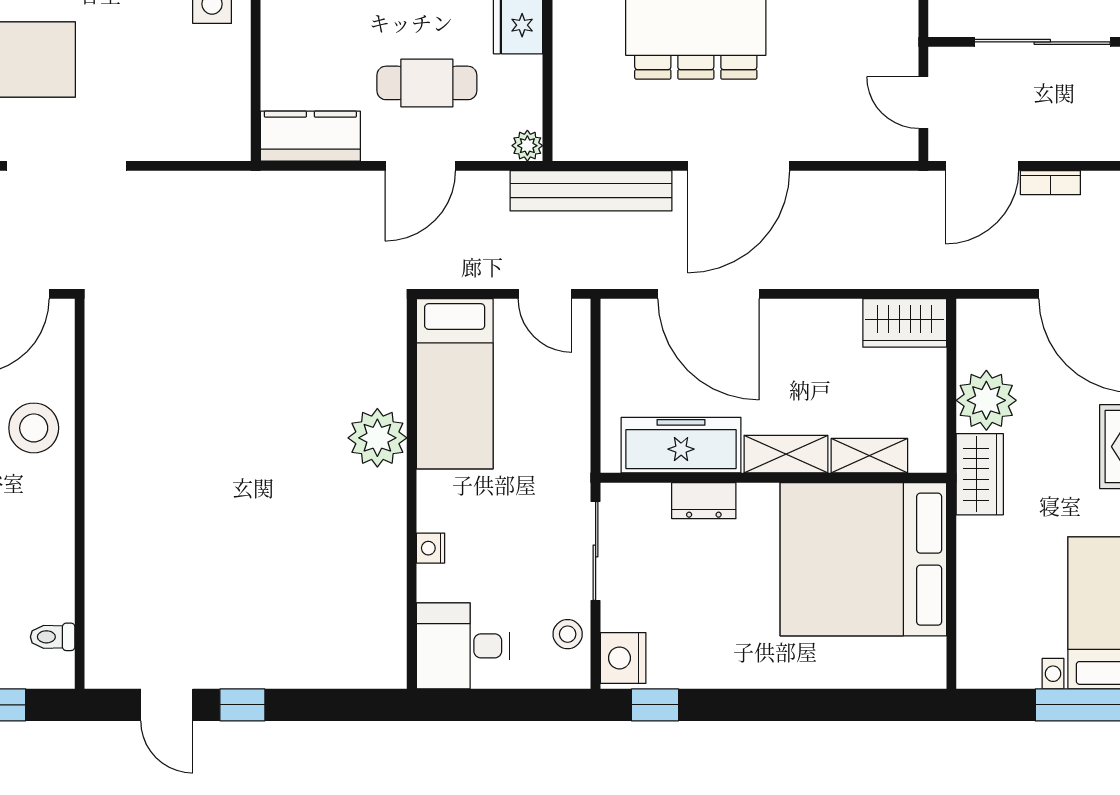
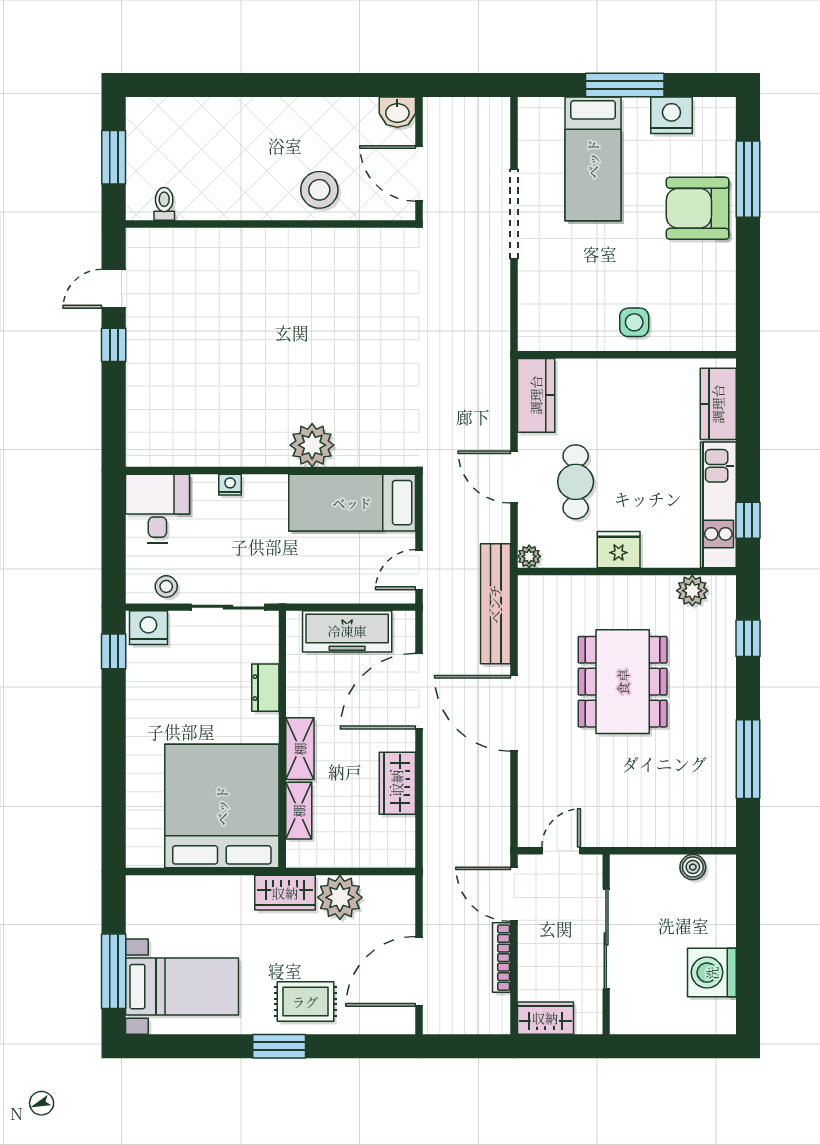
bookcase: (1050, 183) -> (502, 958), width x1.56
wardrobe: (905, 323) -> (397, 783), moved
freezer: (681, 445) -> (347, 631), moved, turned 90

